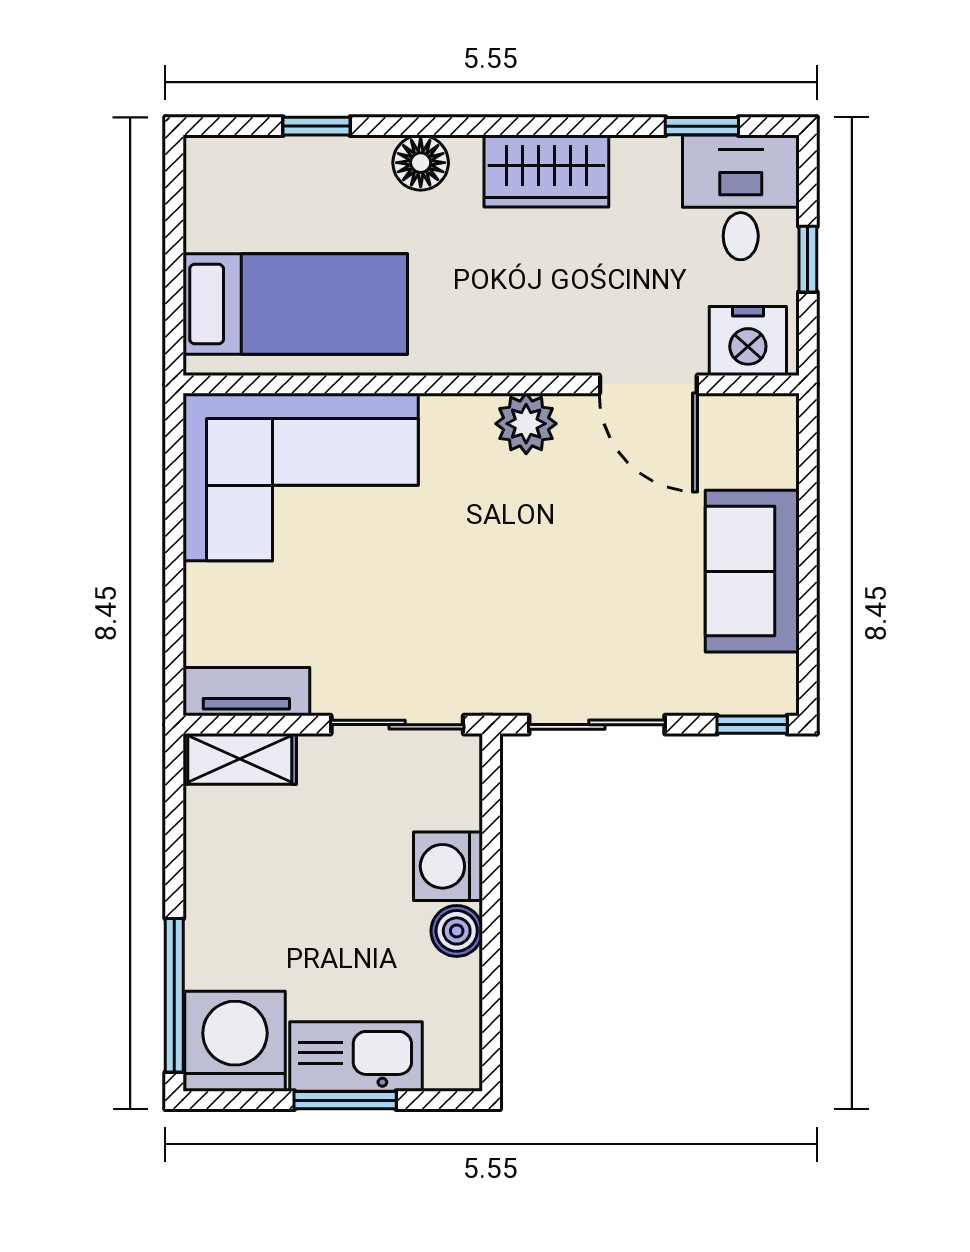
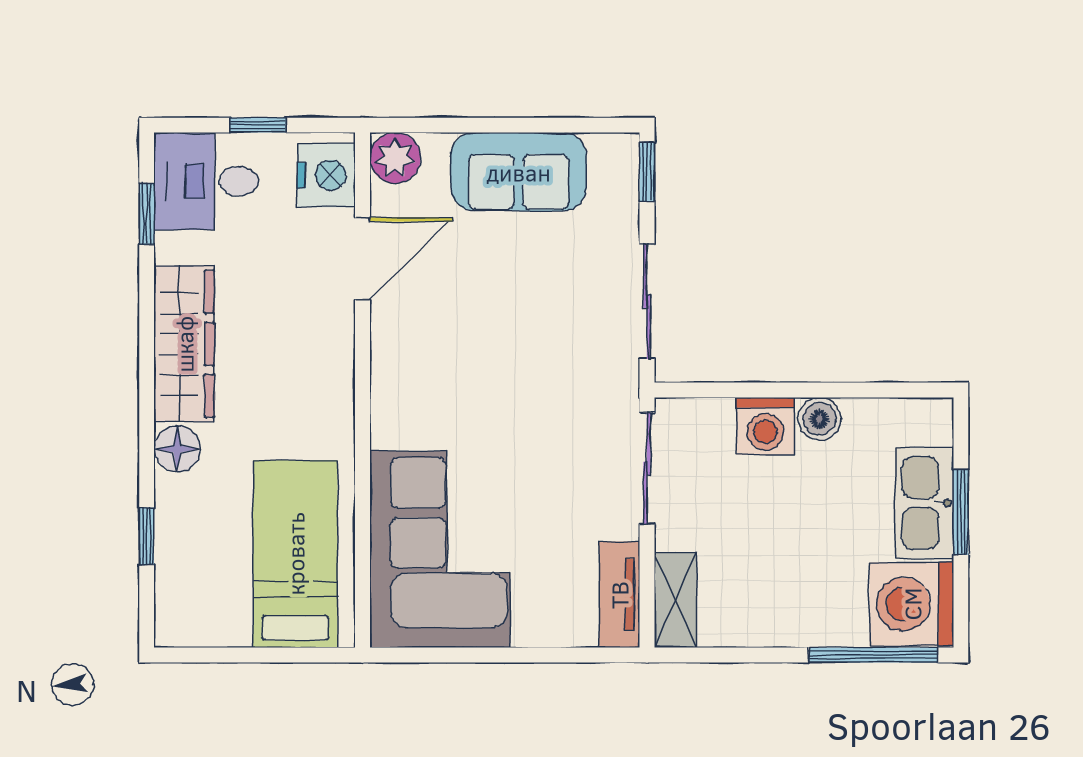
wardrobe: (546, 171) -> (184, 344), width x1.50
plant: (526, 424) -> (395, 158), moved

